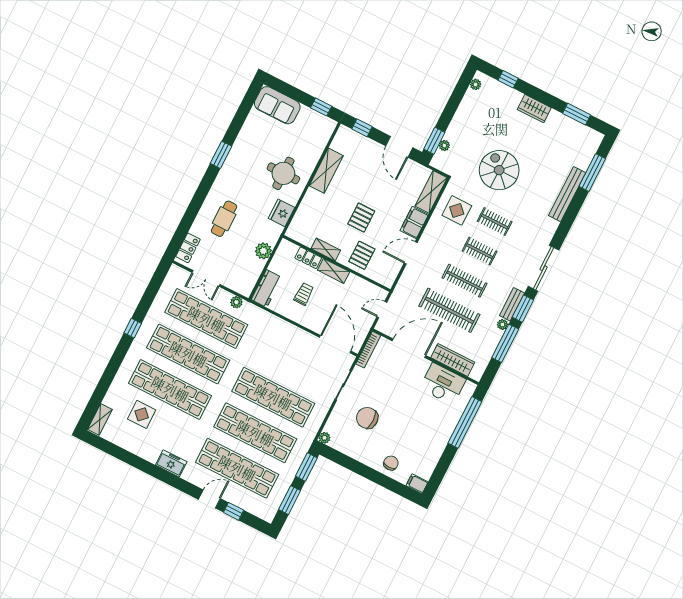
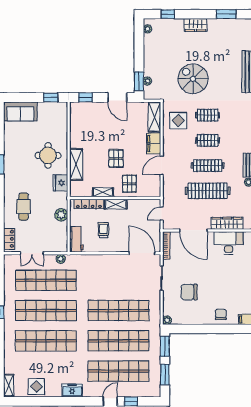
shelving: (326, 171) -> (76, 164), moved
locker: (308, 258) -> (89, 204), width x1.53
door: (409, 348) -> (193, 230), swing flipped
display table: (142, 414) -> (36, 387), moved

